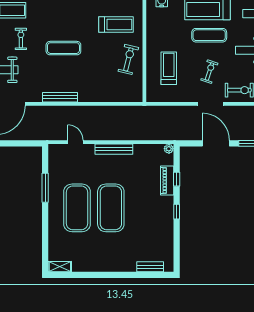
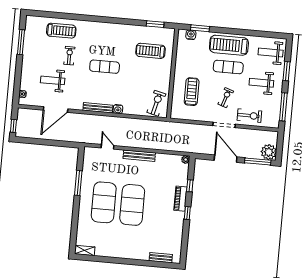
treadmill: (116, 25) -> (151, 51), turned 180
exercise bike: (128, 59) -> (156, 103), moved
water cooler: (84, 97) -> (118, 109), added
piano: (167, 180) -> (181, 199), moved

